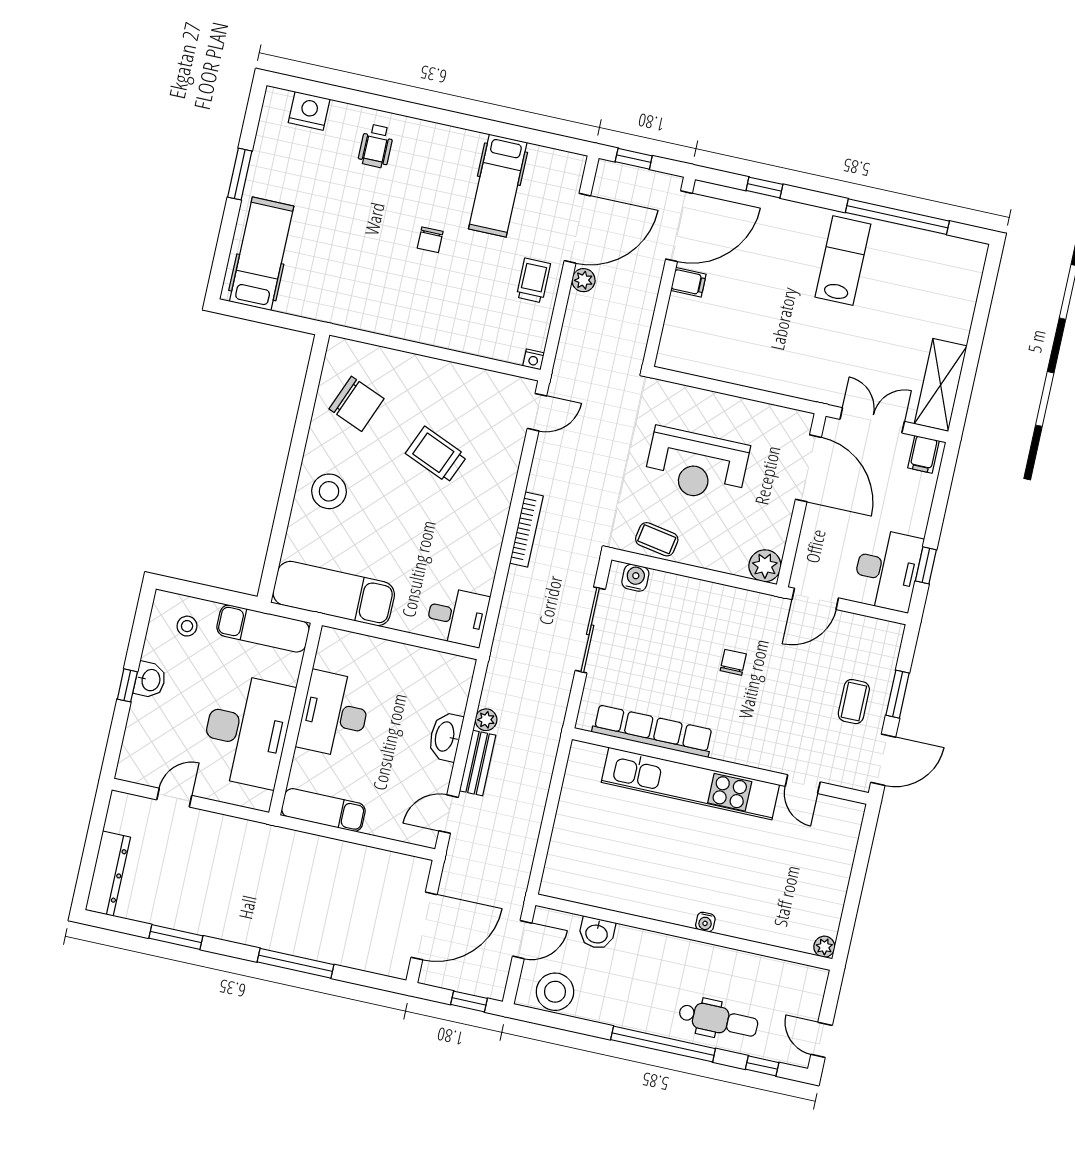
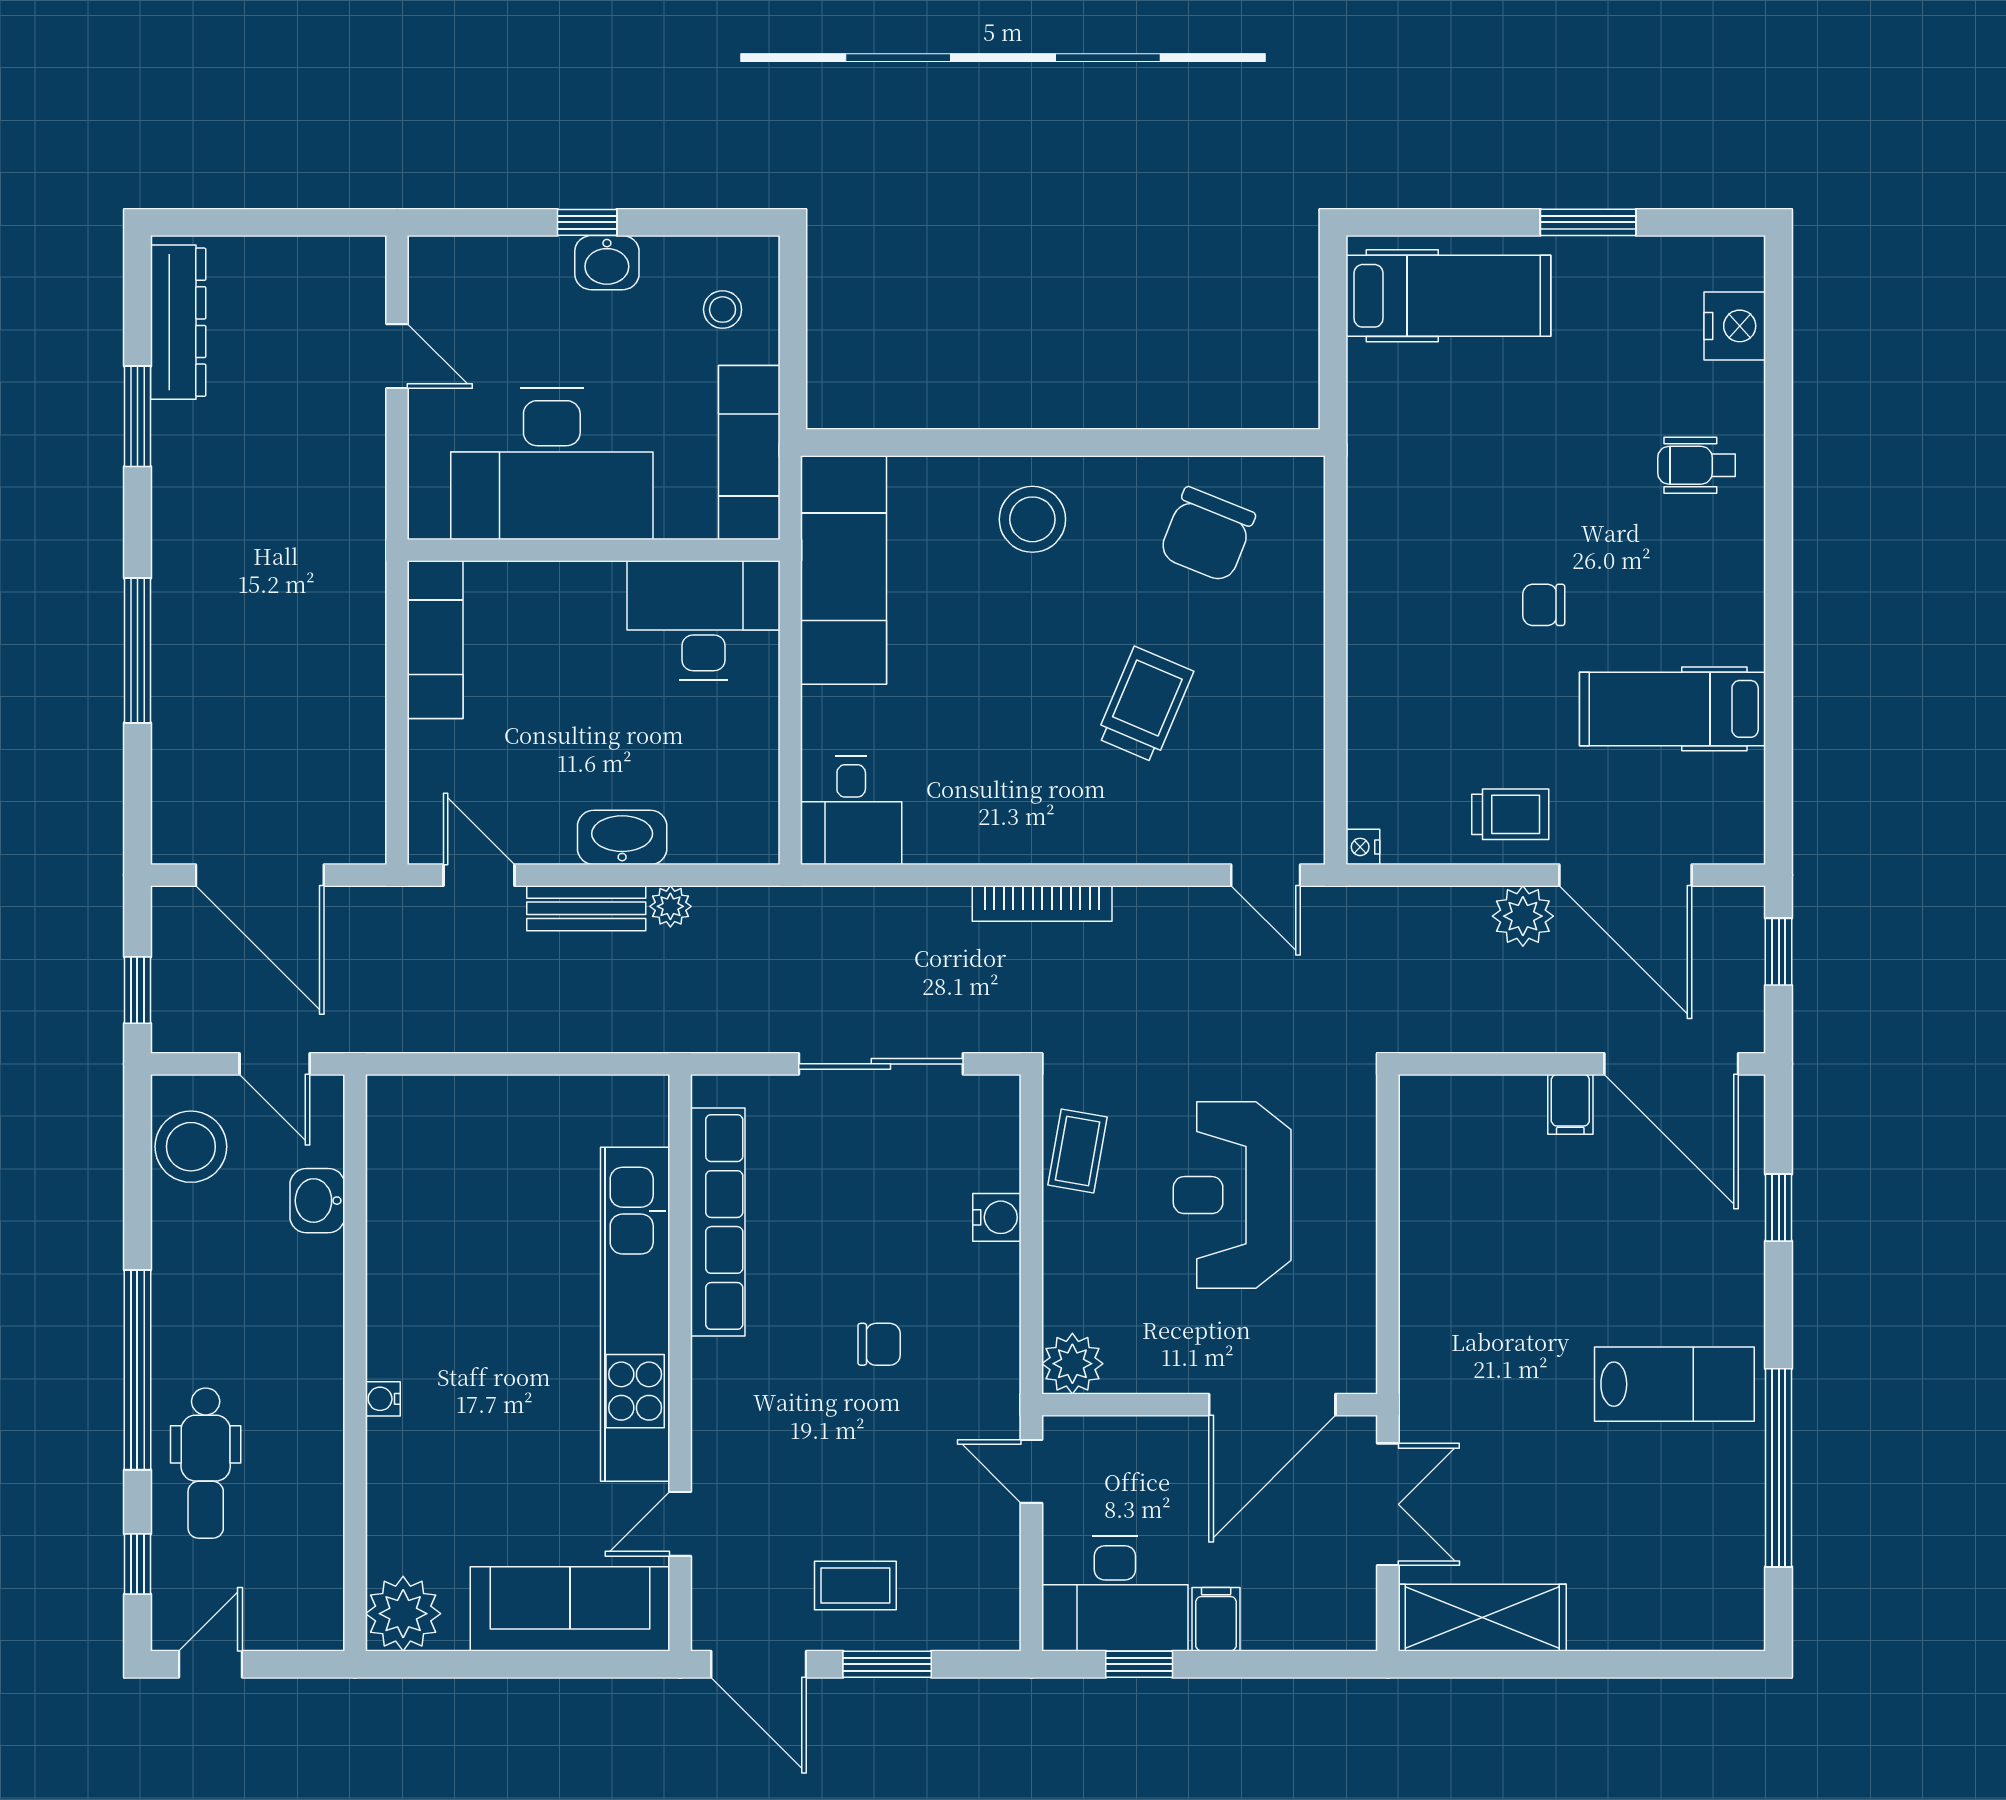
plant: (583, 280) -> (1523, 916), width x1.38, depth x1.38
filing cabinet: (923, 454) -> (1216, 1619), moved, turned 90
water cooler: (635, 578) -> (997, 1217), moved
door: (815, 599) -> (1031, 1471), width x0.73
desk: (334, 714) -> (703, 621), moved
sofa: (834, 850) -> (570, 1609), added
dresser: (108, 874) -> (178, 322), moved, turned -90
plant: (824, 947) -> (403, 1614), width x1.87, depth x1.87

